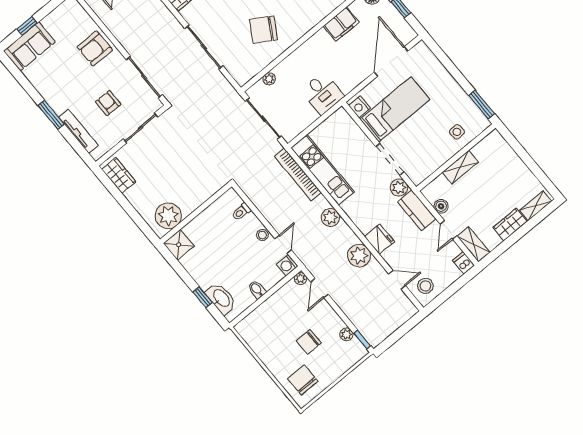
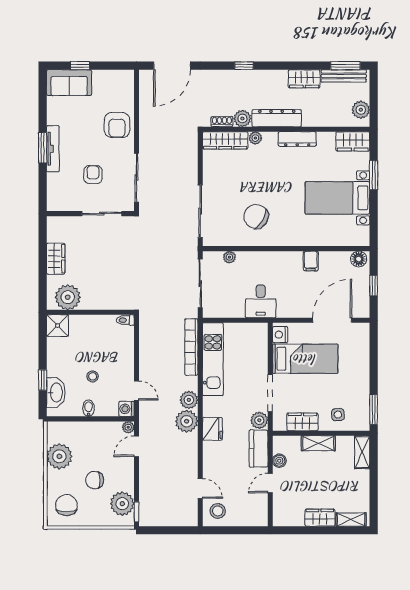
filing cabinet: (341, 24) -> (311, 261), width x0.50
sliding door: (204, 47) -> (200, 211), moved
armchair: (95, 48) -> (117, 125), turned -90
tv unit: (78, 131) -> (53, 149), moved
wardrobe: (434, 161) -> (302, 422), added
wardrobe: (119, 176) -> (56, 259), moved
toilet: (241, 212) -> (125, 320), moved
stool: (262, 235) -> (93, 376), moved
fridge: (379, 239) -> (212, 429), moved
door: (283, 244) -> (137, 391), hinge flipped
shelving: (474, 244) -> (362, 452), moved
plant: (359, 256) -> (187, 421), moved
dishwasher: (464, 263) -> (261, 517), removed
plant: (346, 334) -> (122, 504), width x1.88, depth x1.88
plant: (265, 346) -> (59, 456), added

